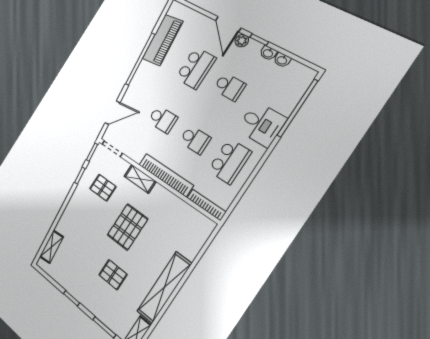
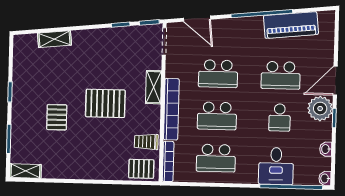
plant: (242, 41) -> (320, 109), width x1.88, depth x1.88
washbasin: (268, 53) -> (325, 178), moved
school desk: (163, 119) -> (218, 74), width x1.85
desk: (262, 124) -> (276, 166), moved
school desk: (195, 140) -> (217, 116), width x1.85
pallet: (103, 188) -> (141, 169), moved, turned 90
trolley: (178, 213) -> (146, 142), added
shelving: (51, 247) -> (54, 39), moved
shelving: (164, 287) -> (78, 170), removed

